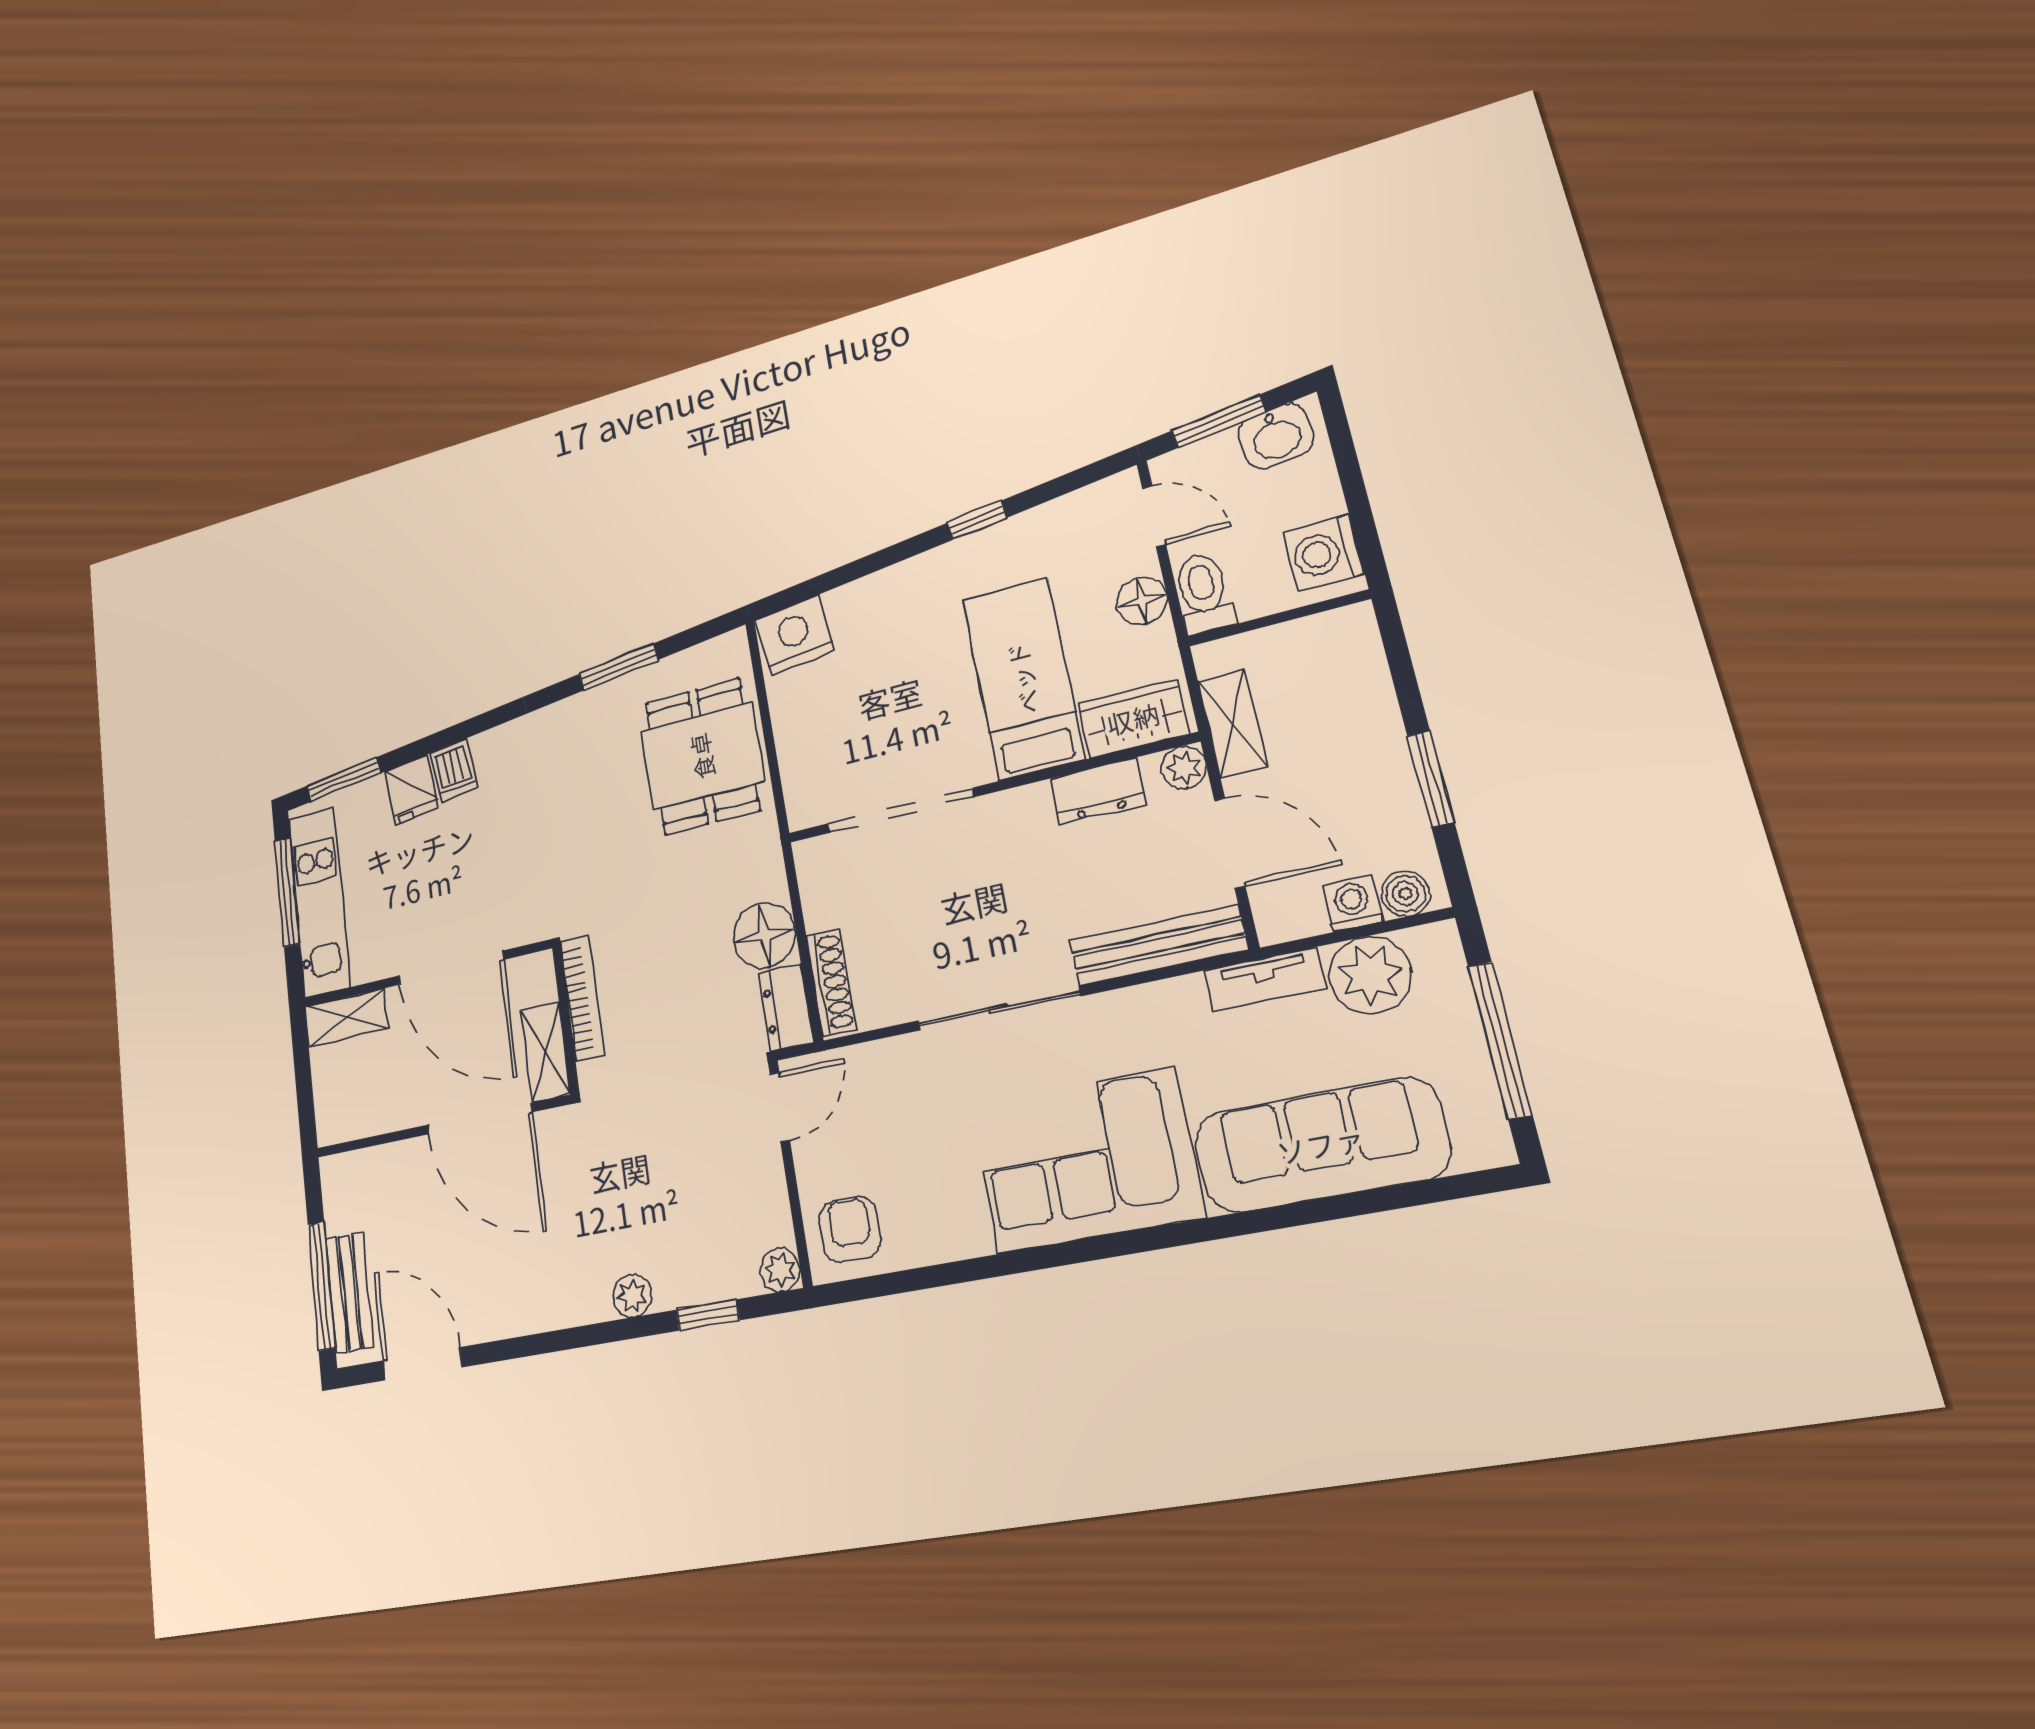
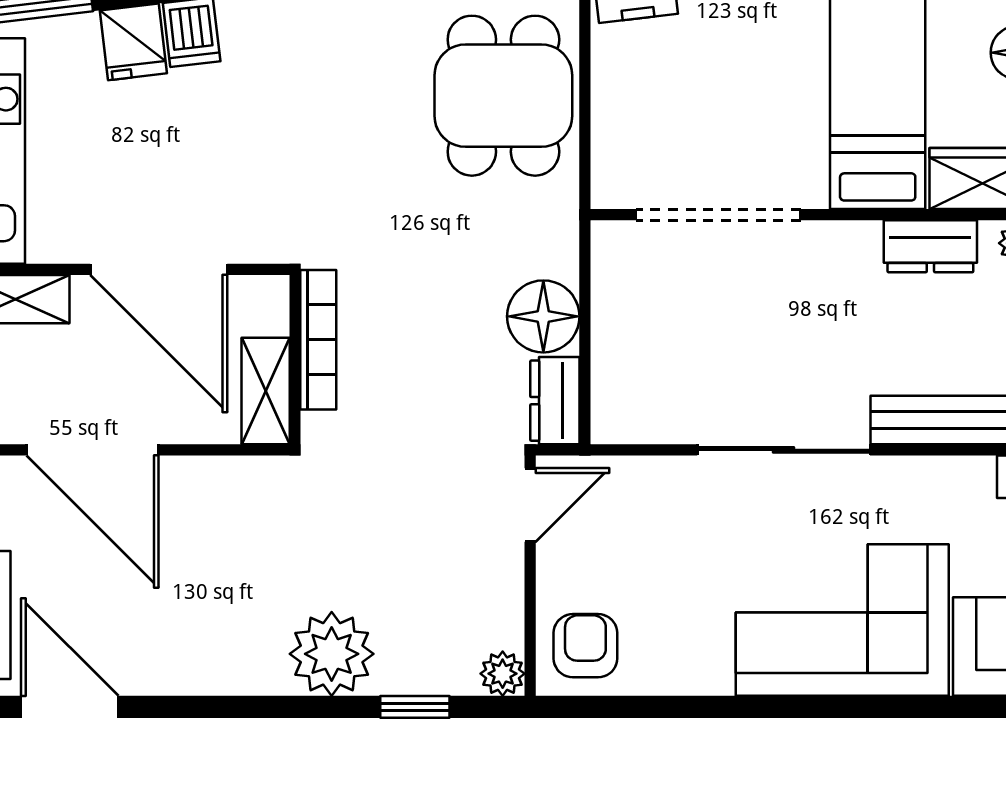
shoe rack: (831, 982) -> (609, 384), removed
door: (480, 1118) -> (92, 450), moved
plant: (632, 1296) -> (332, 654), width x1.87, depth x1.87

